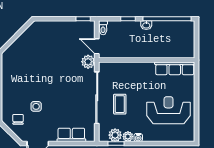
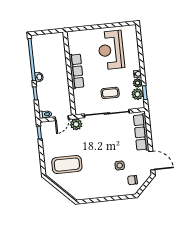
coffee table: (43, 46) -> (67, 165), added
row of seats: (175, 68) -> (76, 71), moved
row of seats: (71, 135) -> (141, 132), width x1.48

